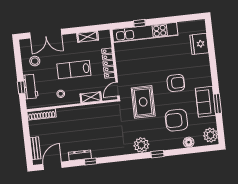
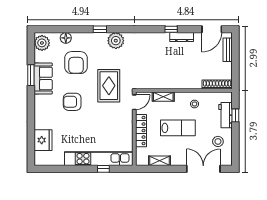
armchair: (176, 120) -> (76, 63), turned 90

